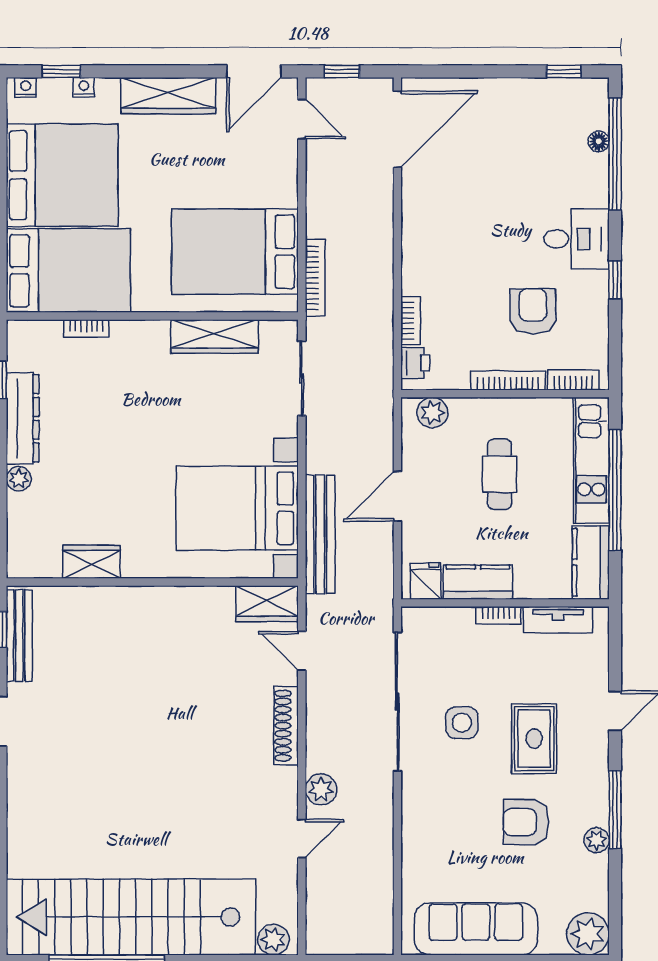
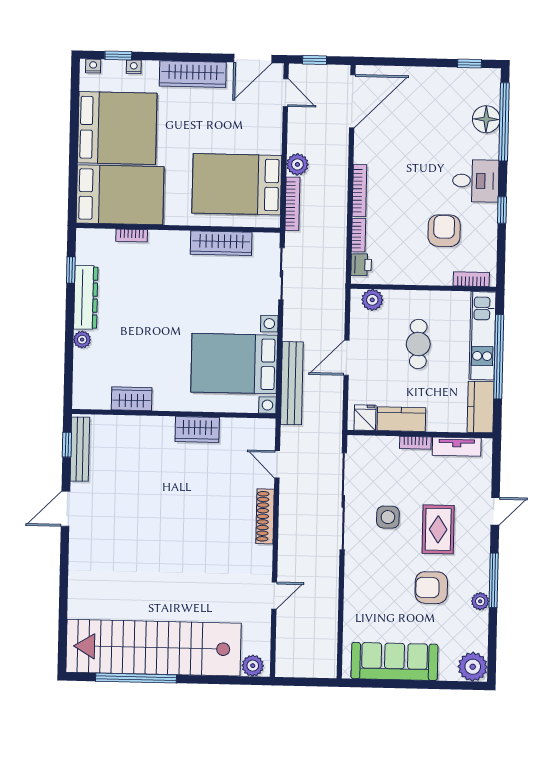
floor lamp: (599, 141) -> (486, 119), width x1.89, depth x1.89
bookcase: (508, 381) -> (359, 191), moved, turned 90
wardrobe: (267, 604) -> (197, 430), moved
plant: (321, 789) -> (297, 164), moved

